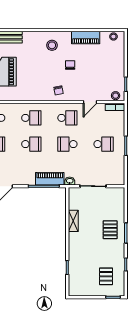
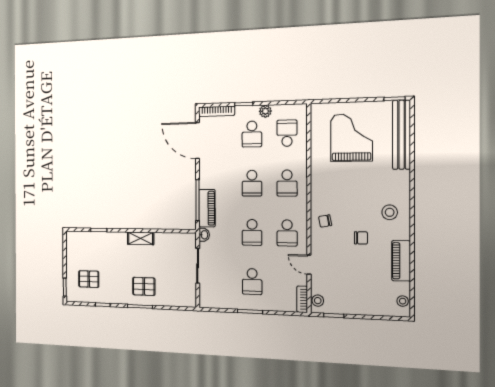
school desk: (67, 144) -> (252, 232), turned 180
shelving: (73, 221) -> (141, 238), moved

